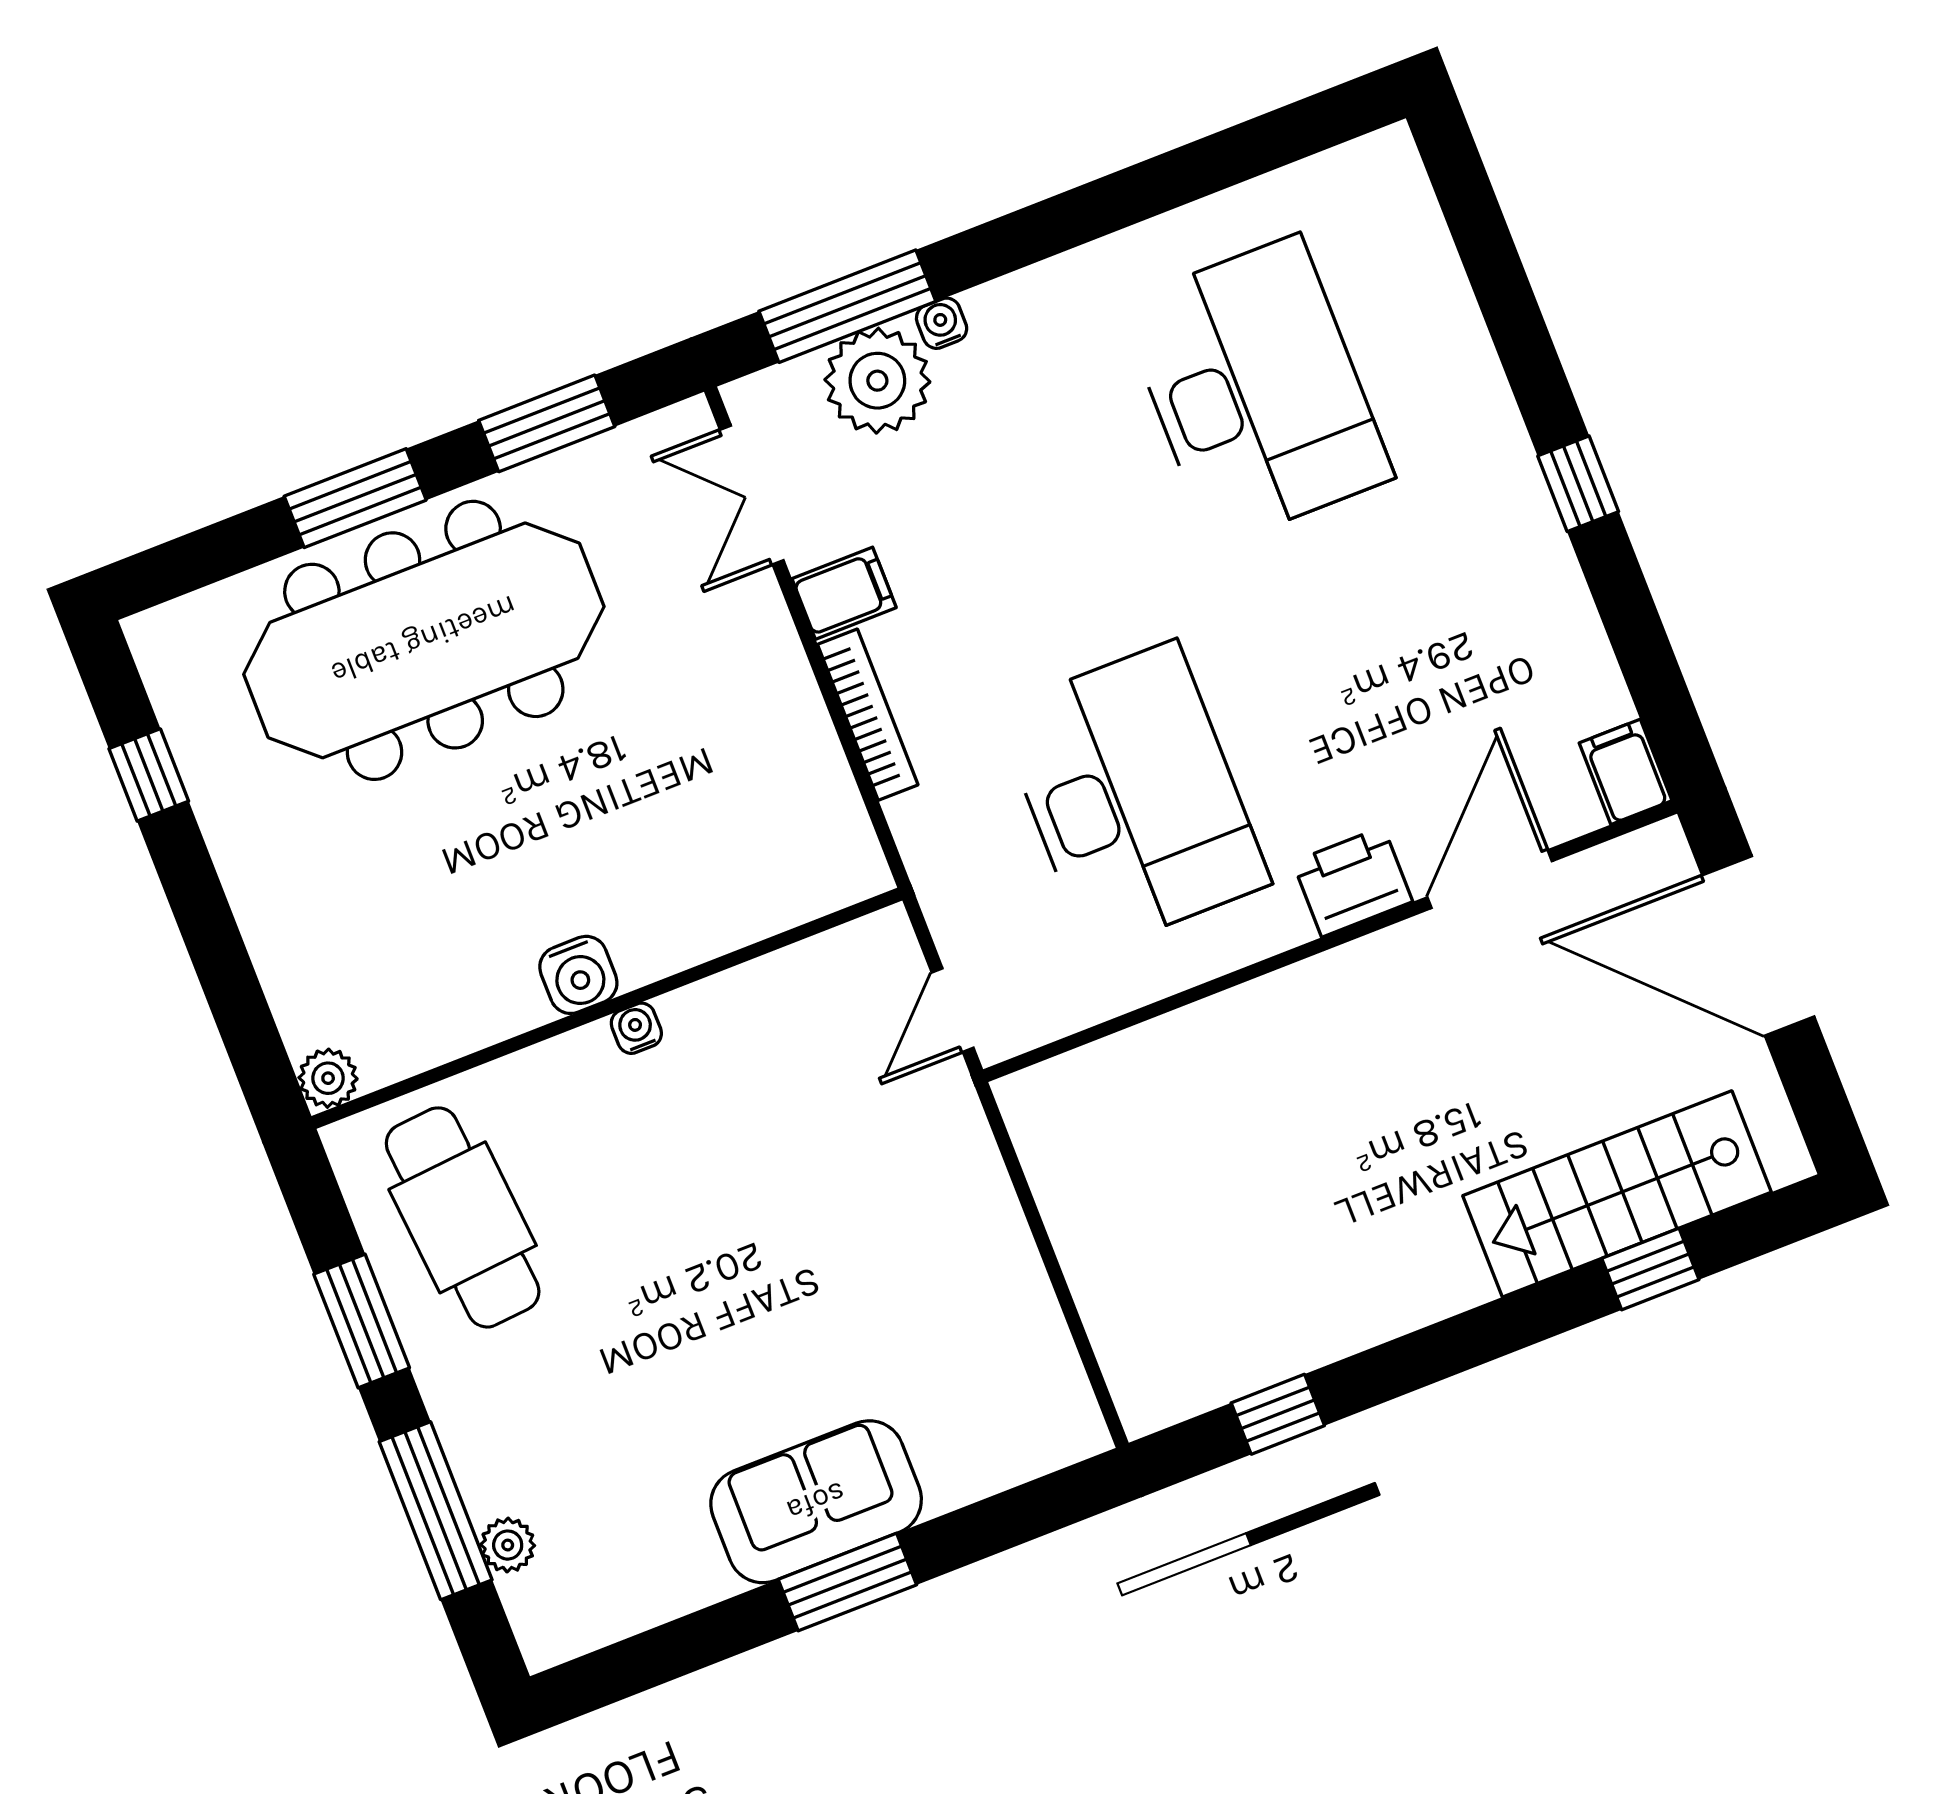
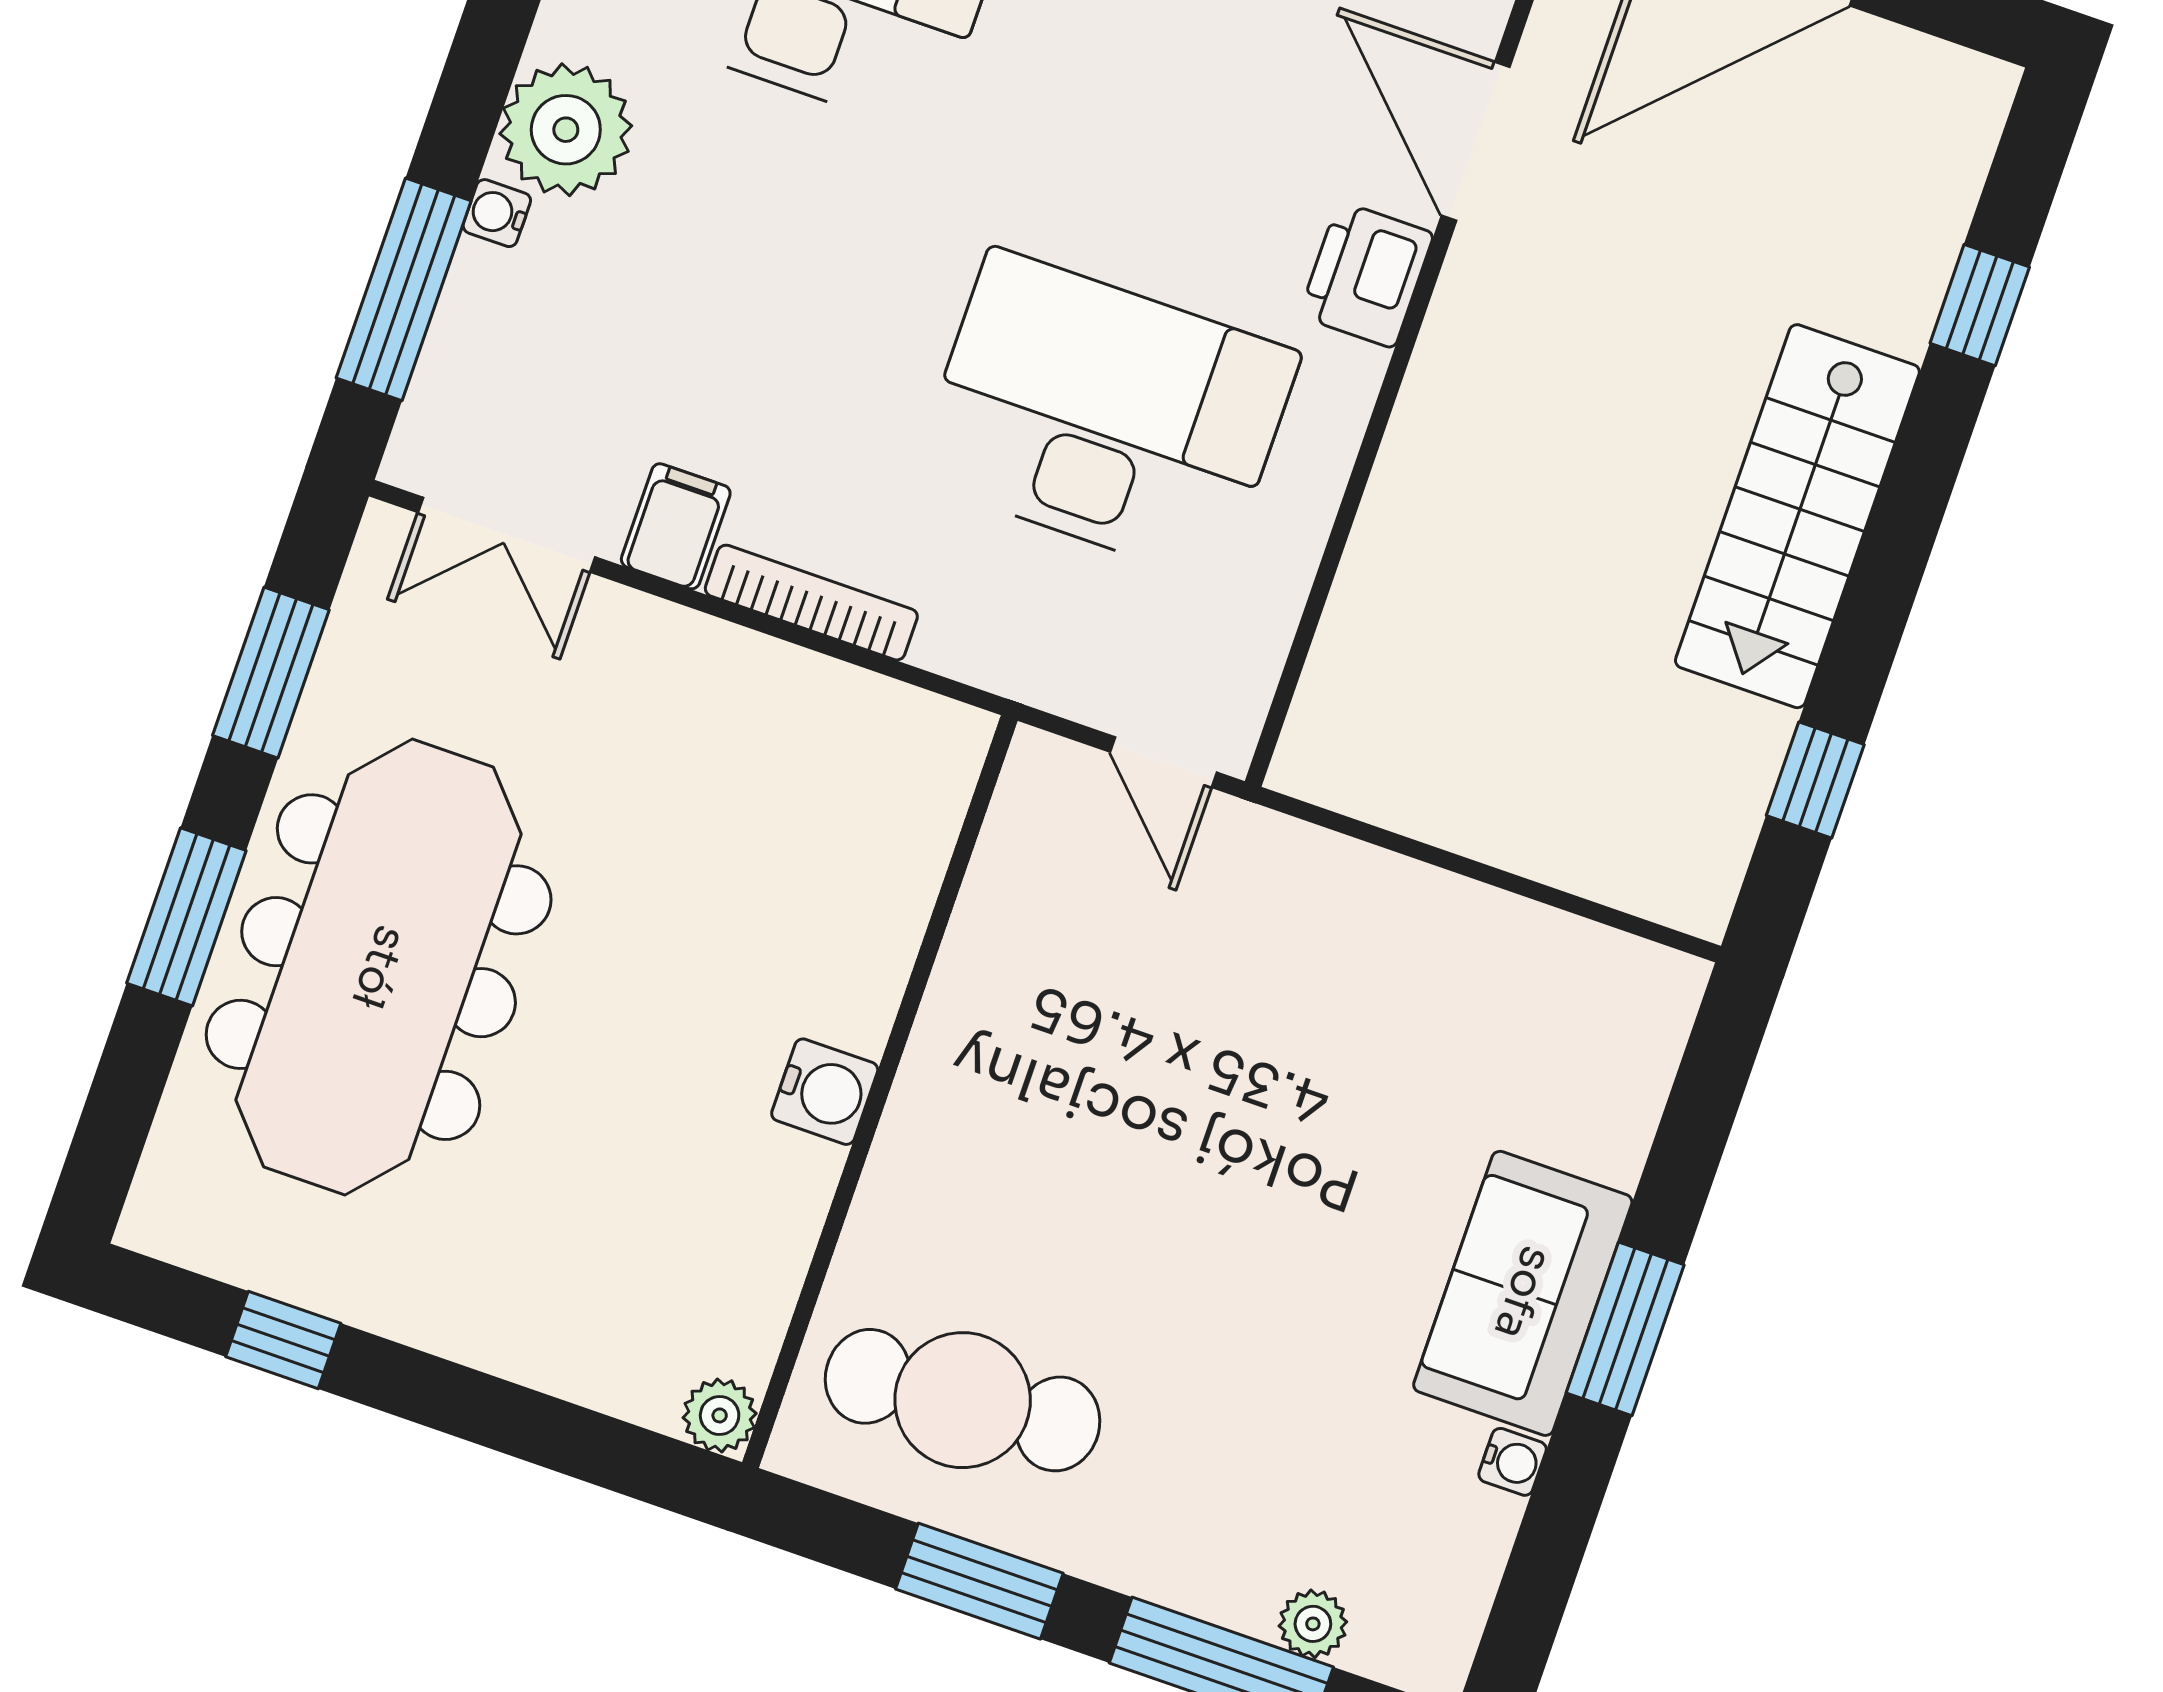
plant: (877, 381) -> (566, 130), moved
water cooler: (636, 1028) -> (1513, 1462), moved, turned 180
stairs: (1617, 1194) -> (1797, 516), moved

